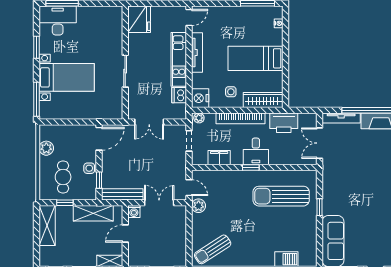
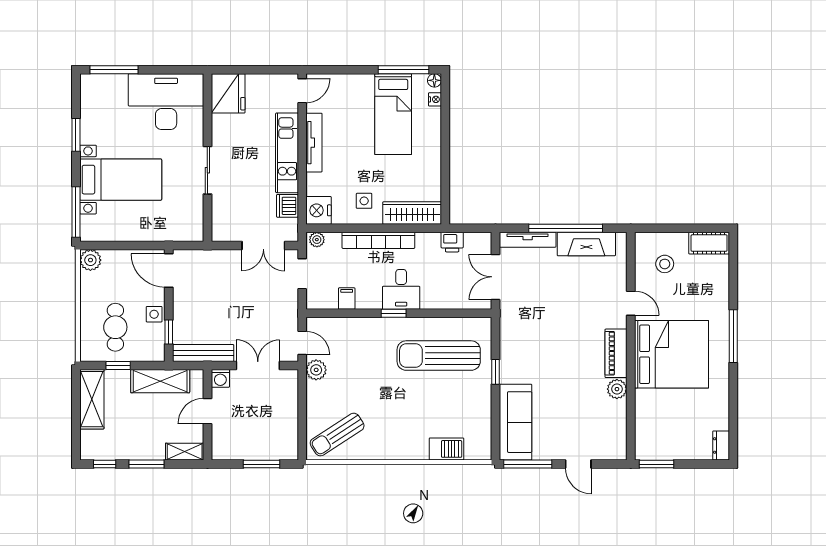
floor lamp: (278, 11) -> (434, 80), added
desk: (58, 20) -> (166, 102), moved, width x1.36, depth x1.30
bed: (256, 58) -> (393, 114), moved, turned -90
double door: (149, 122) -> (263, 246), moved
printer: (284, 123) -> (452, 242), width x0.53, depth x0.68
door: (99, 139) -> (169, 271), swing flipped
plant: (46, 148) -> (90, 260), moved
filing cabinet: (219, 158) -> (347, 299), width x0.50

